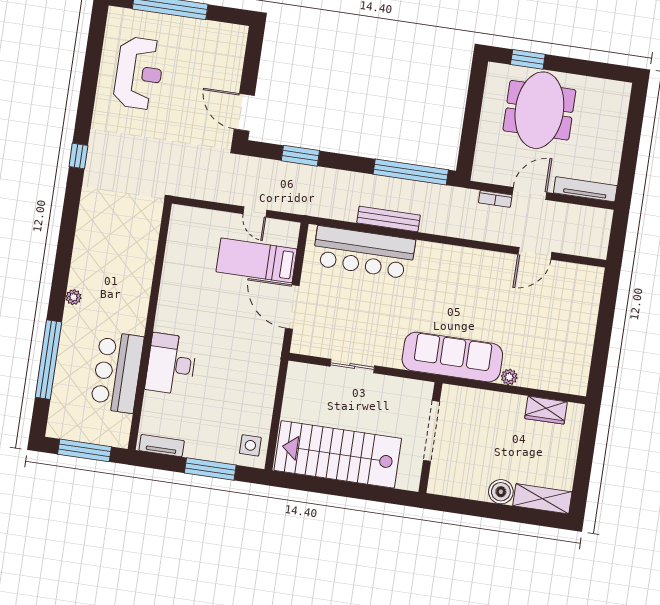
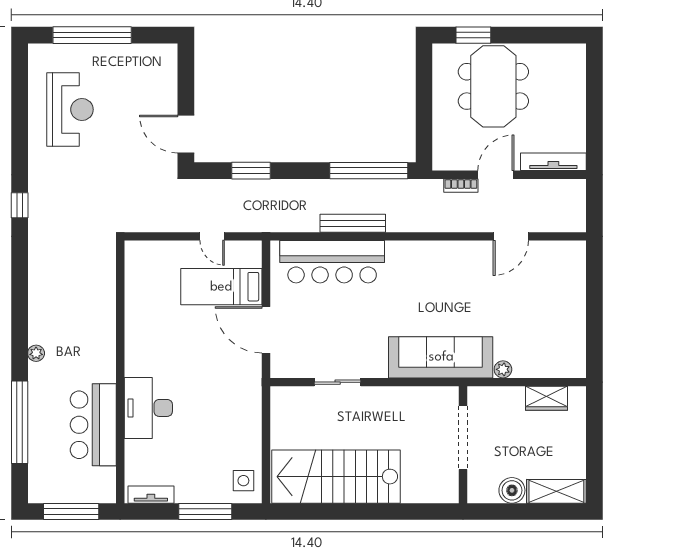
doorway: (431, 431) -> (463, 438), moved
wall: (430, 438) -> (463, 445), moved

